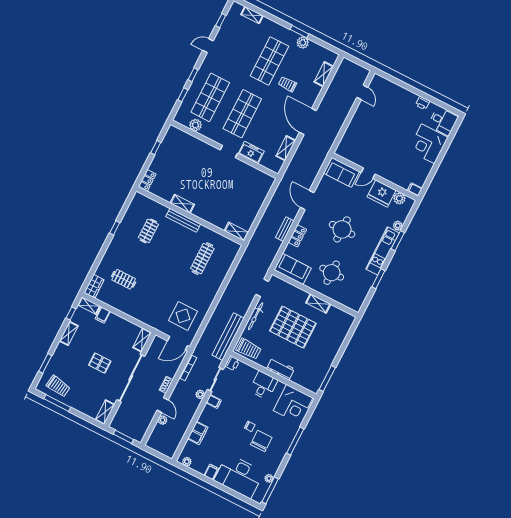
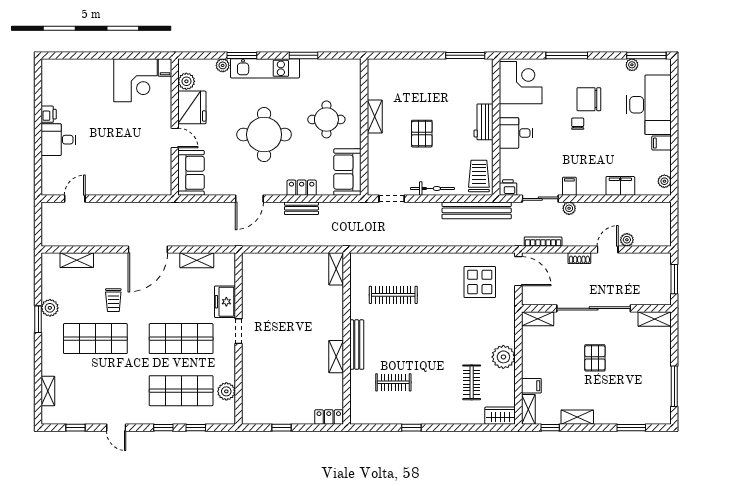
desk: (443, 121) -> (58, 140), moved, turned -90
corner desk: (428, 144) -> (135, 80), moved
round table: (342, 229) -> (264, 135), width x1.36, depth x1.36
plant: (129, 307) -> (503, 357), added
pallet: (293, 327) -> (422, 134), width x0.49, depth x0.50
trolley: (58, 386) -> (652, 396), removed

